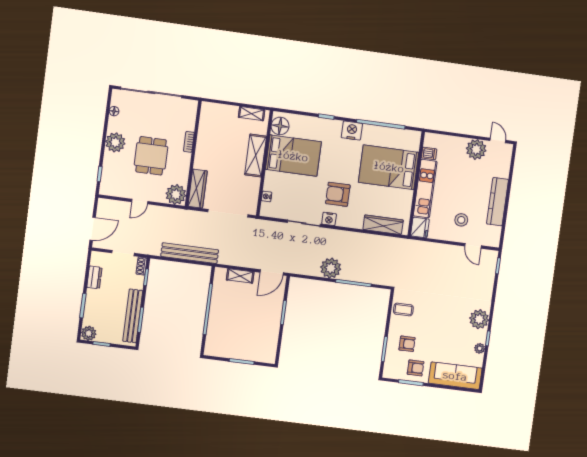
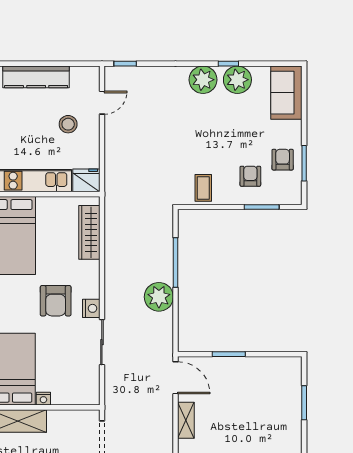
nightstand: (266, 196) -> (43, 399), moved
plant: (480, 348) -> (237, 80), width x1.87, depth x1.87
sofa: (455, 376) -> (286, 93), width x0.73

